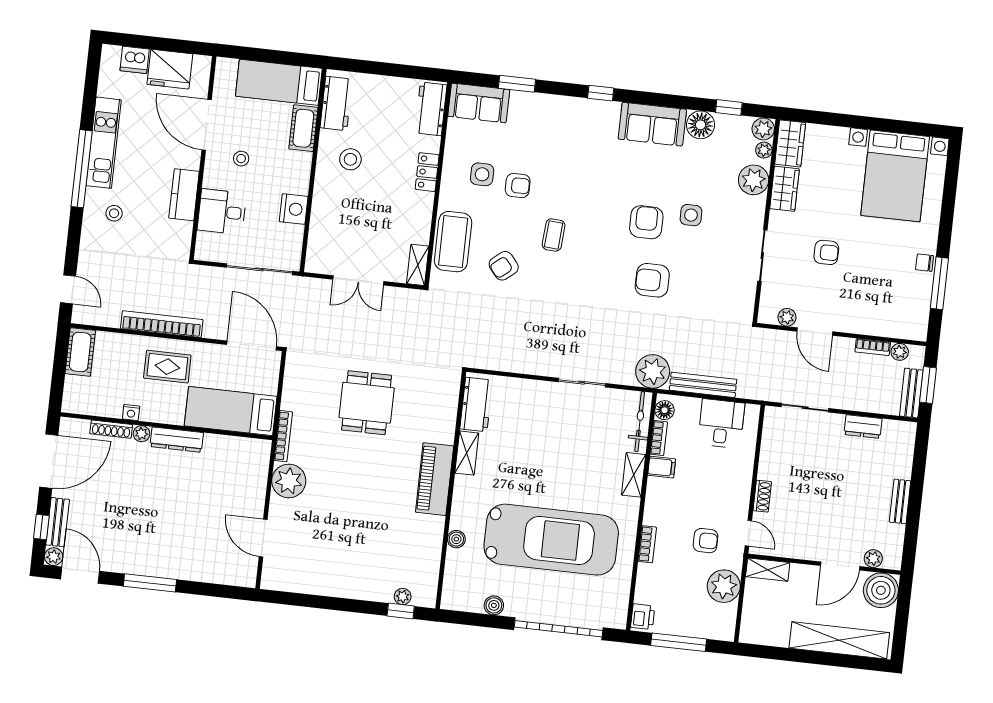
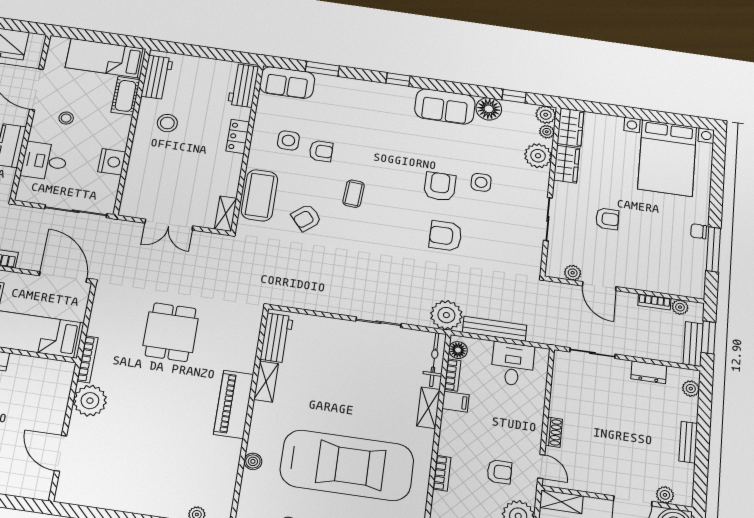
plant: (906, 443) -> (691, 389), added

